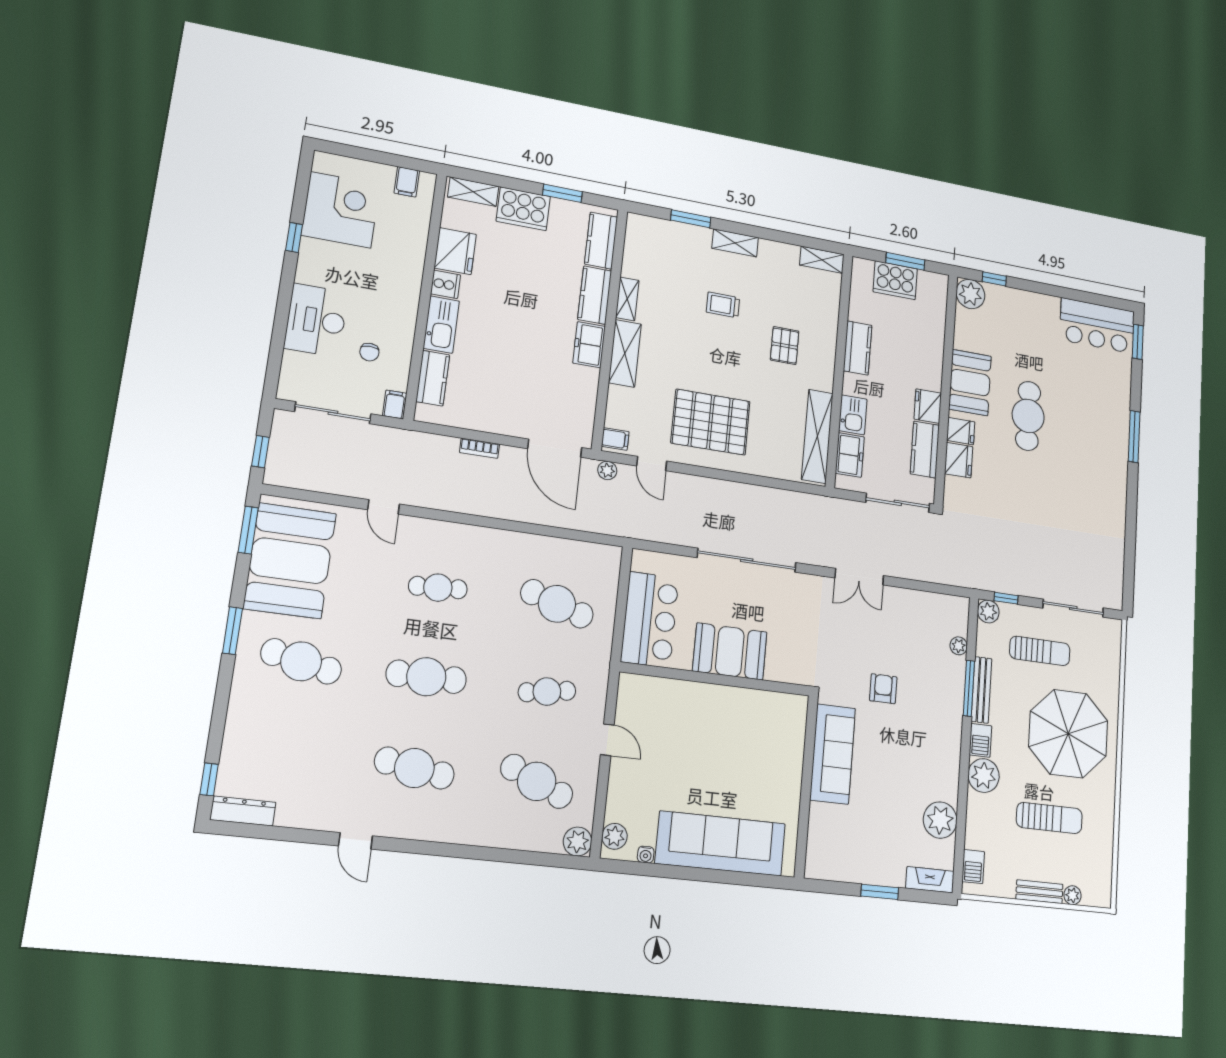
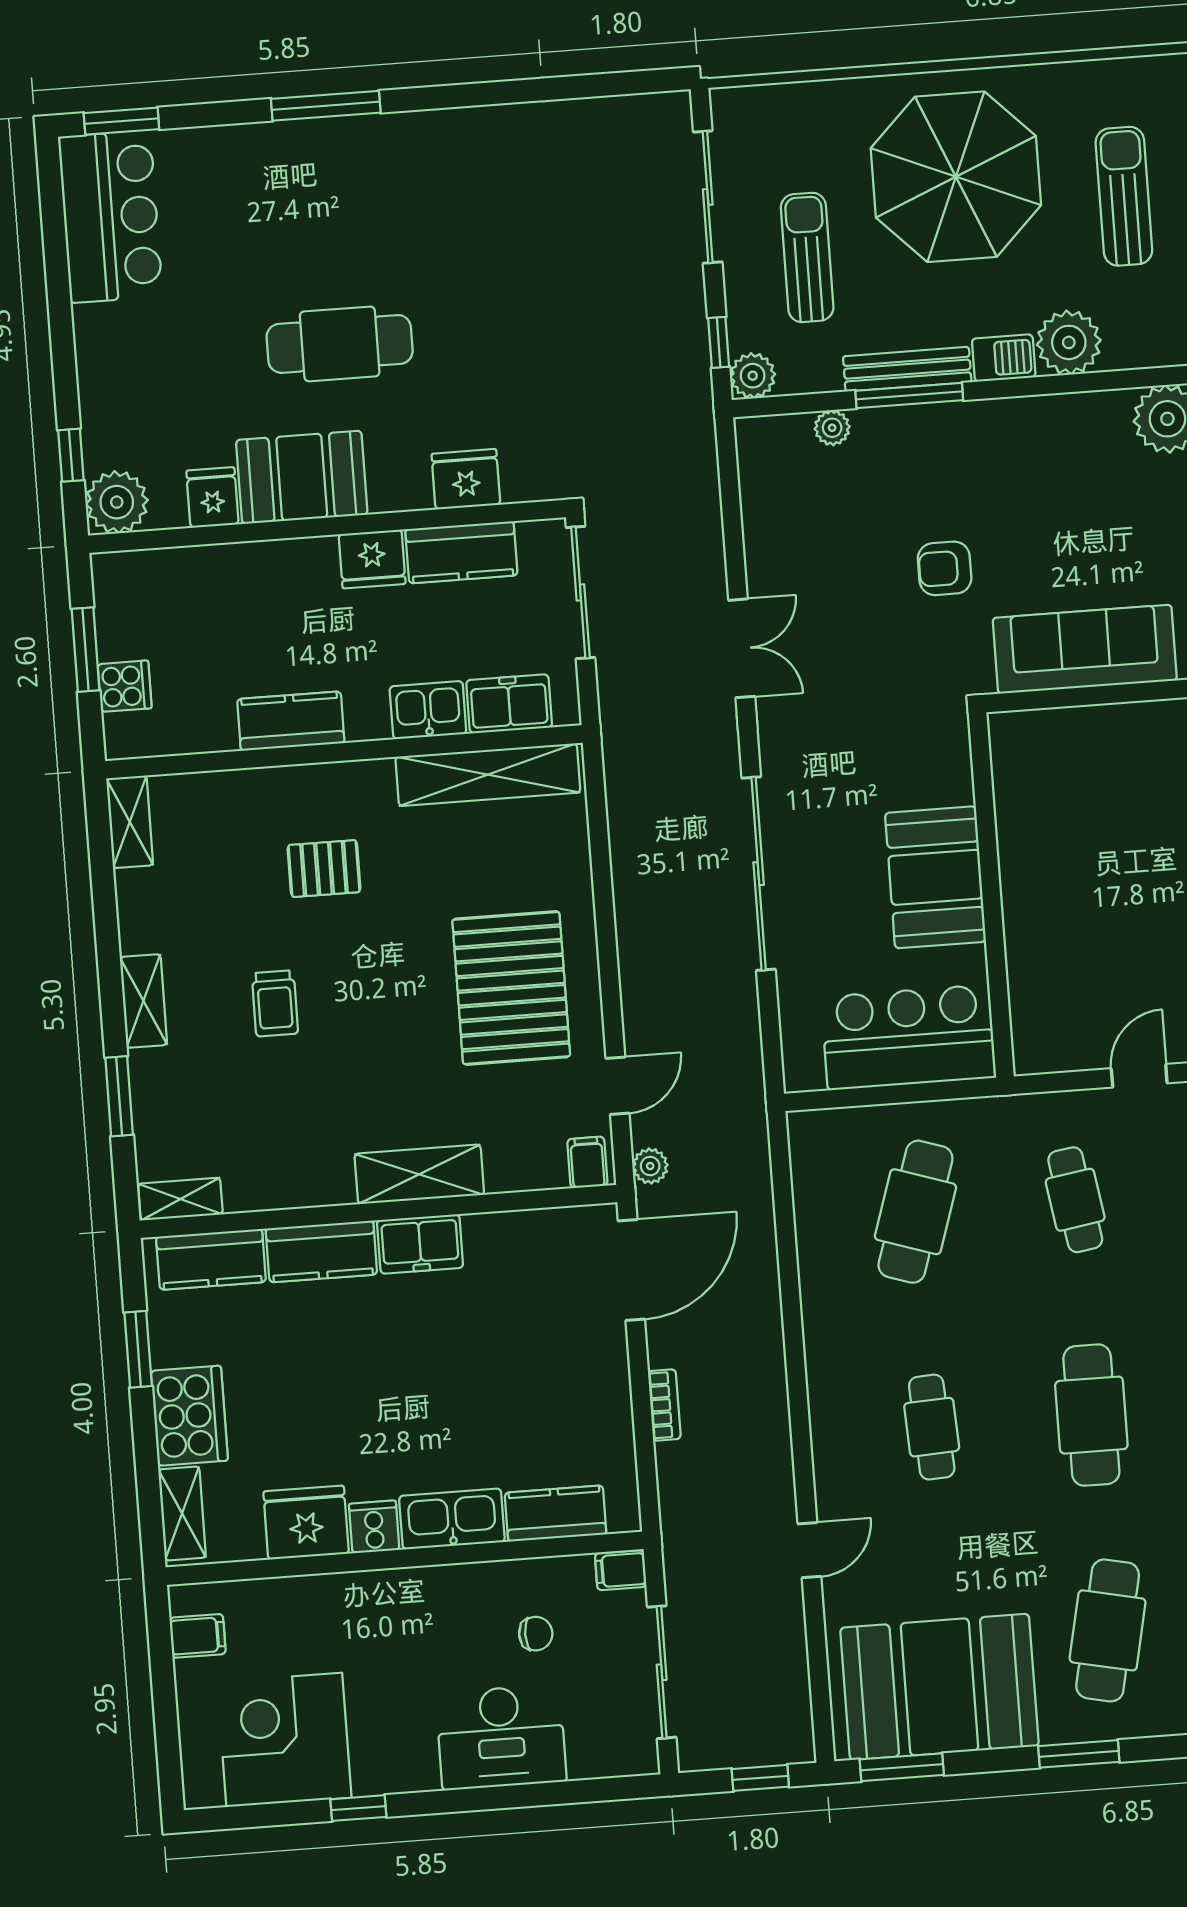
cooker: (895, 280) -> (125, 686), width x0.53, depth x0.76
shelving: (627, 299) -> (180, 1199), moved
fridge: (961, 431) -> (212, 497), moved

